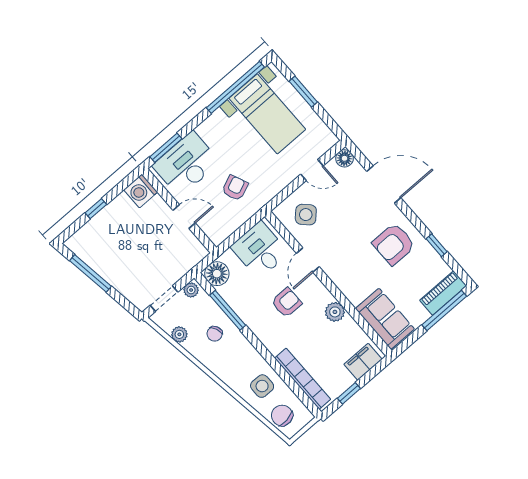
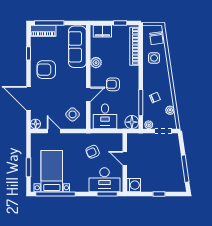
armchair: (394, 244) -> (46, 70), turned 180
sofa: (385, 319) -> (77, 47), width x1.36

